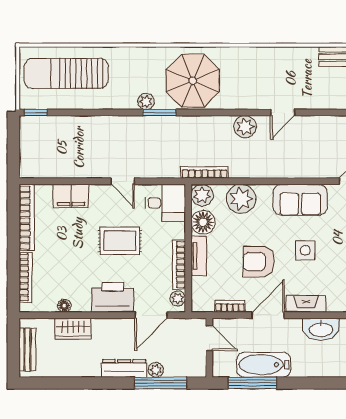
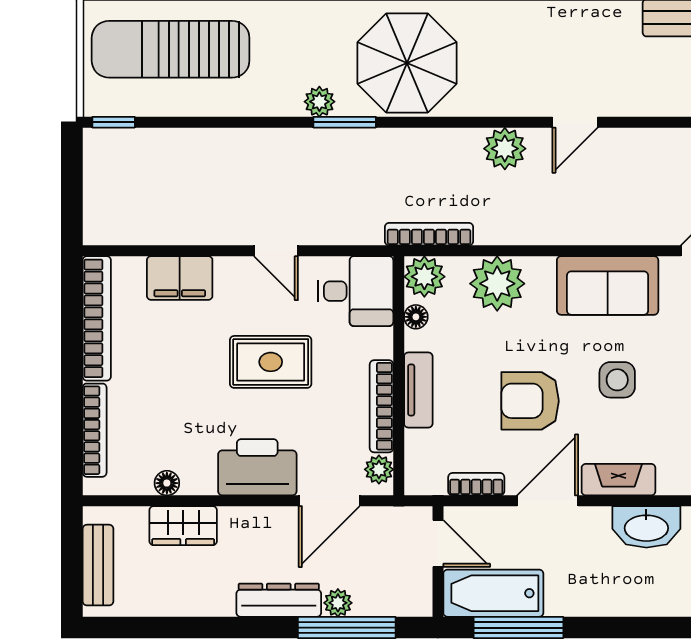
floor lamp: (203, 222) -> (416, 317), width x0.53, depth x0.53
bathtub: (264, 365) -> (493, 593), moved

